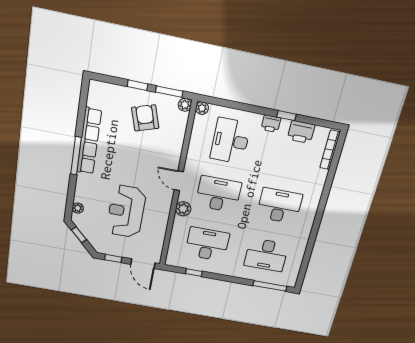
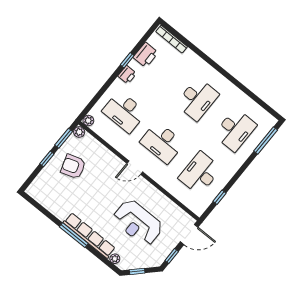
row of seats: (89, 141) -> (89, 235), moved
desk: (218, 194) -> (162, 143), turned -90
desk: (279, 206) -> (197, 99), turned 180
plant: (183, 209) -> (159, 176), removed

